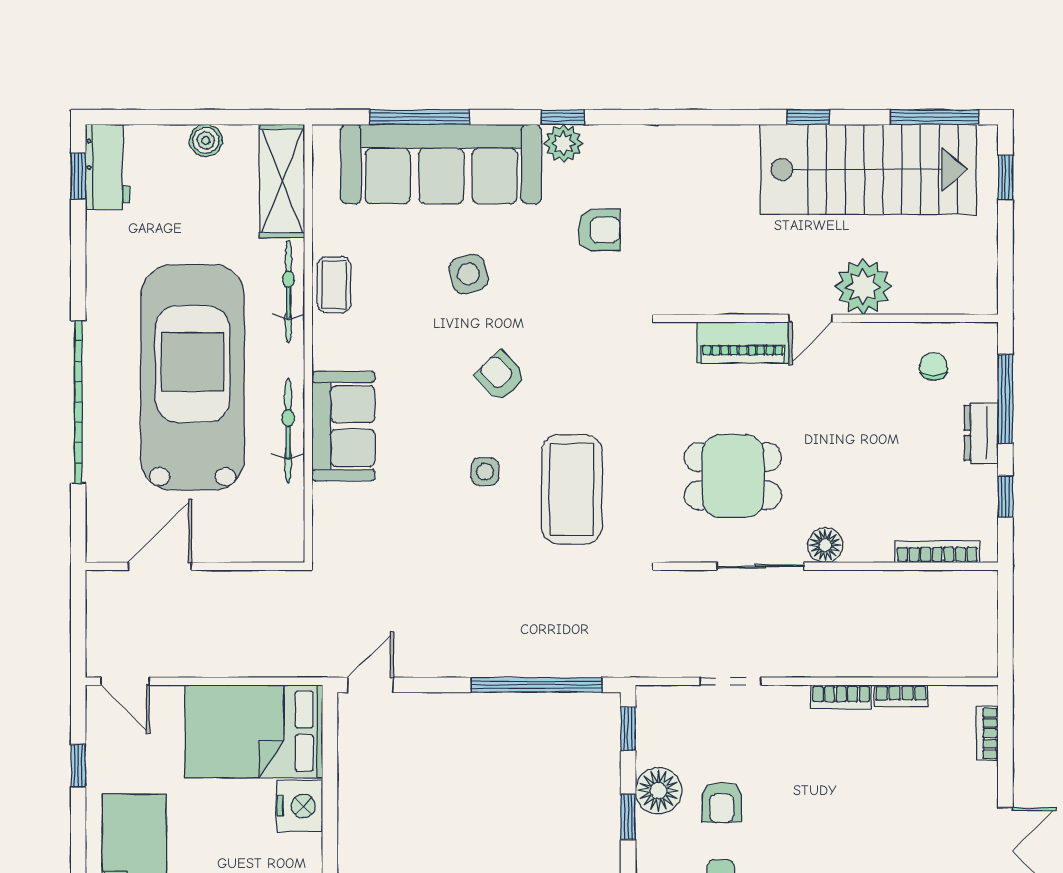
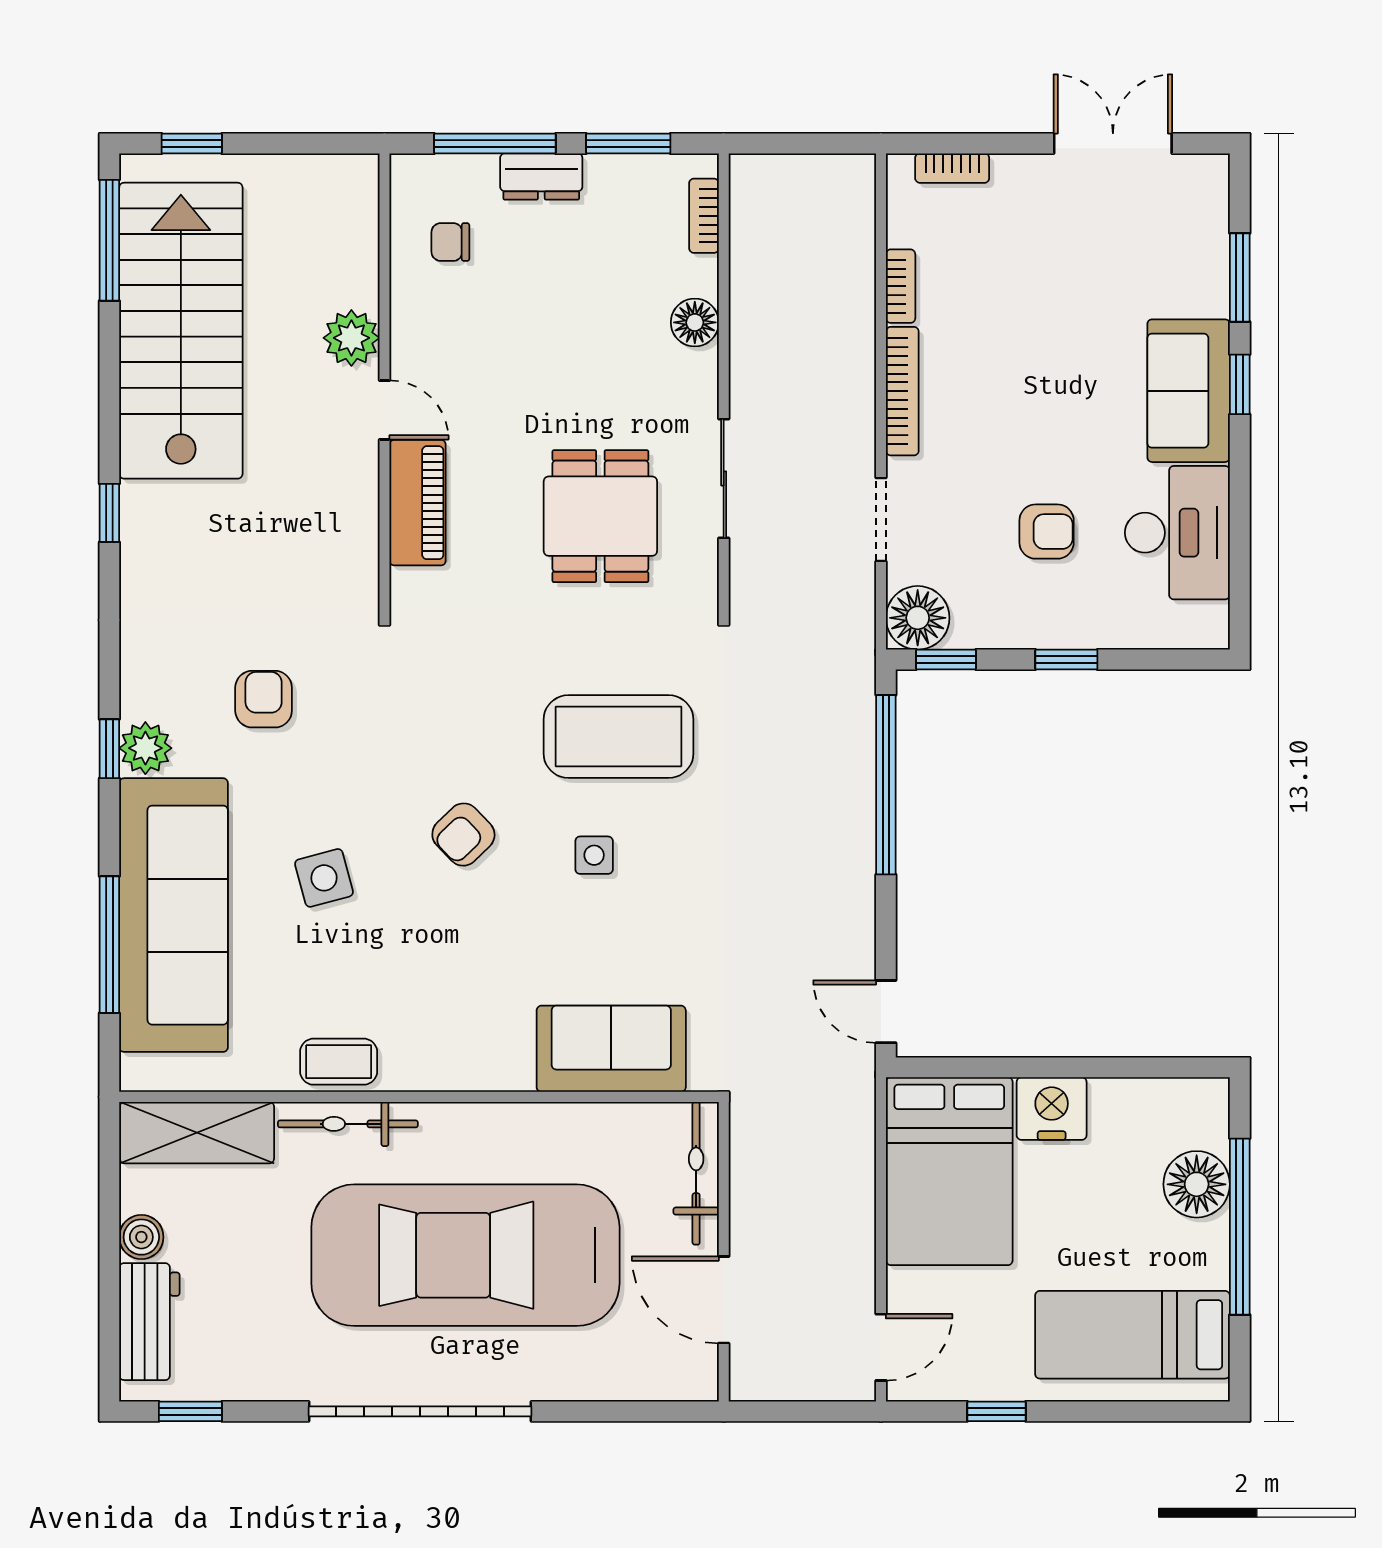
window: (808, 117) -> (109, 513), moved
workbench: (108, 167) -> (149, 1322), moved, turned 90
plant: (863, 287) -> (351, 338), width x0.73, depth x0.73
garage door: (78, 402) -> (420, 1411), moved
sofa: (343, 426) -> (611, 1049), moved
bicycle: (288, 430) -> (696, 1173), moved, turned 90
window: (1005, 497) -> (628, 143), width x1.50
floor lamp: (825, 545) -> (695, 322), moved
bookcase: (937, 552) -> (704, 216), width x0.64
bookcase: (841, 697) -> (902, 391), width x1.56
floor lamp: (659, 791) -> (918, 618), moved

